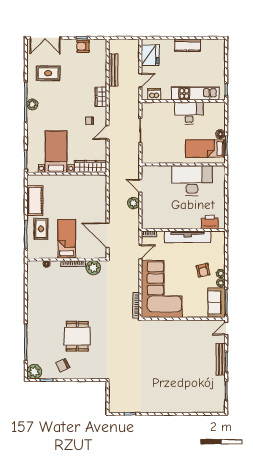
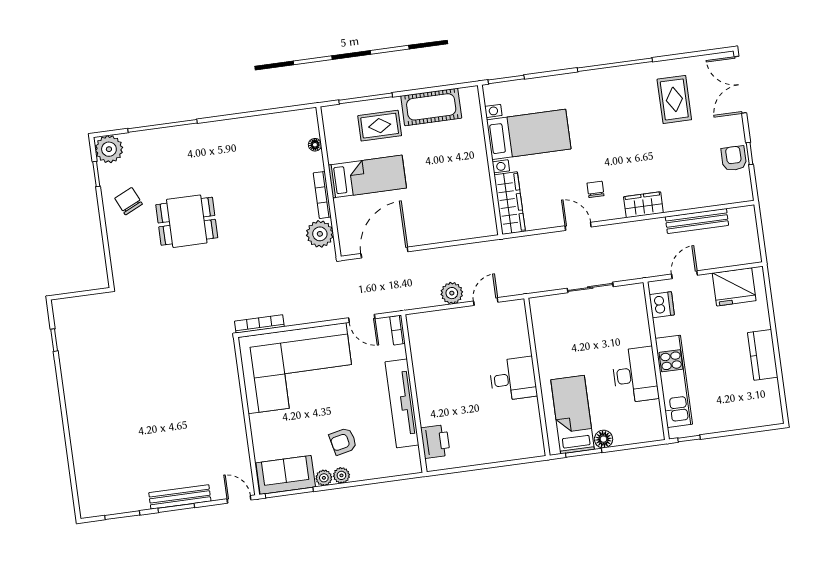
door: (140, 80) -> (684, 275), swing flipped
plant: (32, 104) -> (612, 78), removed
desk: (192, 181) -> (513, 379), width x0.53, depth x0.77

